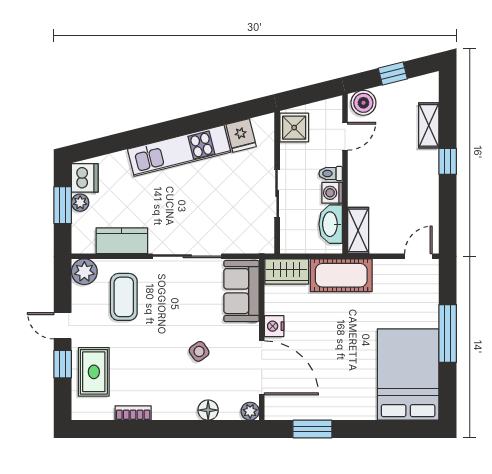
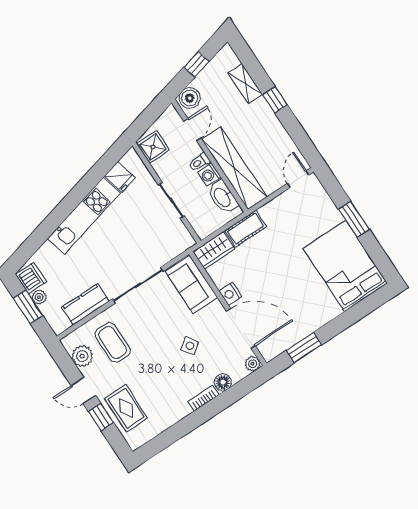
shelving: (358, 230) -> (234, 168), width x2.20, depth x1.33
plant: (84, 272) -> (82, 356), moved
cot: (341, 275) -> (246, 229), width x0.73, depth x0.75
window: (448, 334) -> (354, 219), width x0.69
bookcase: (133, 413) -> (204, 398), moved

